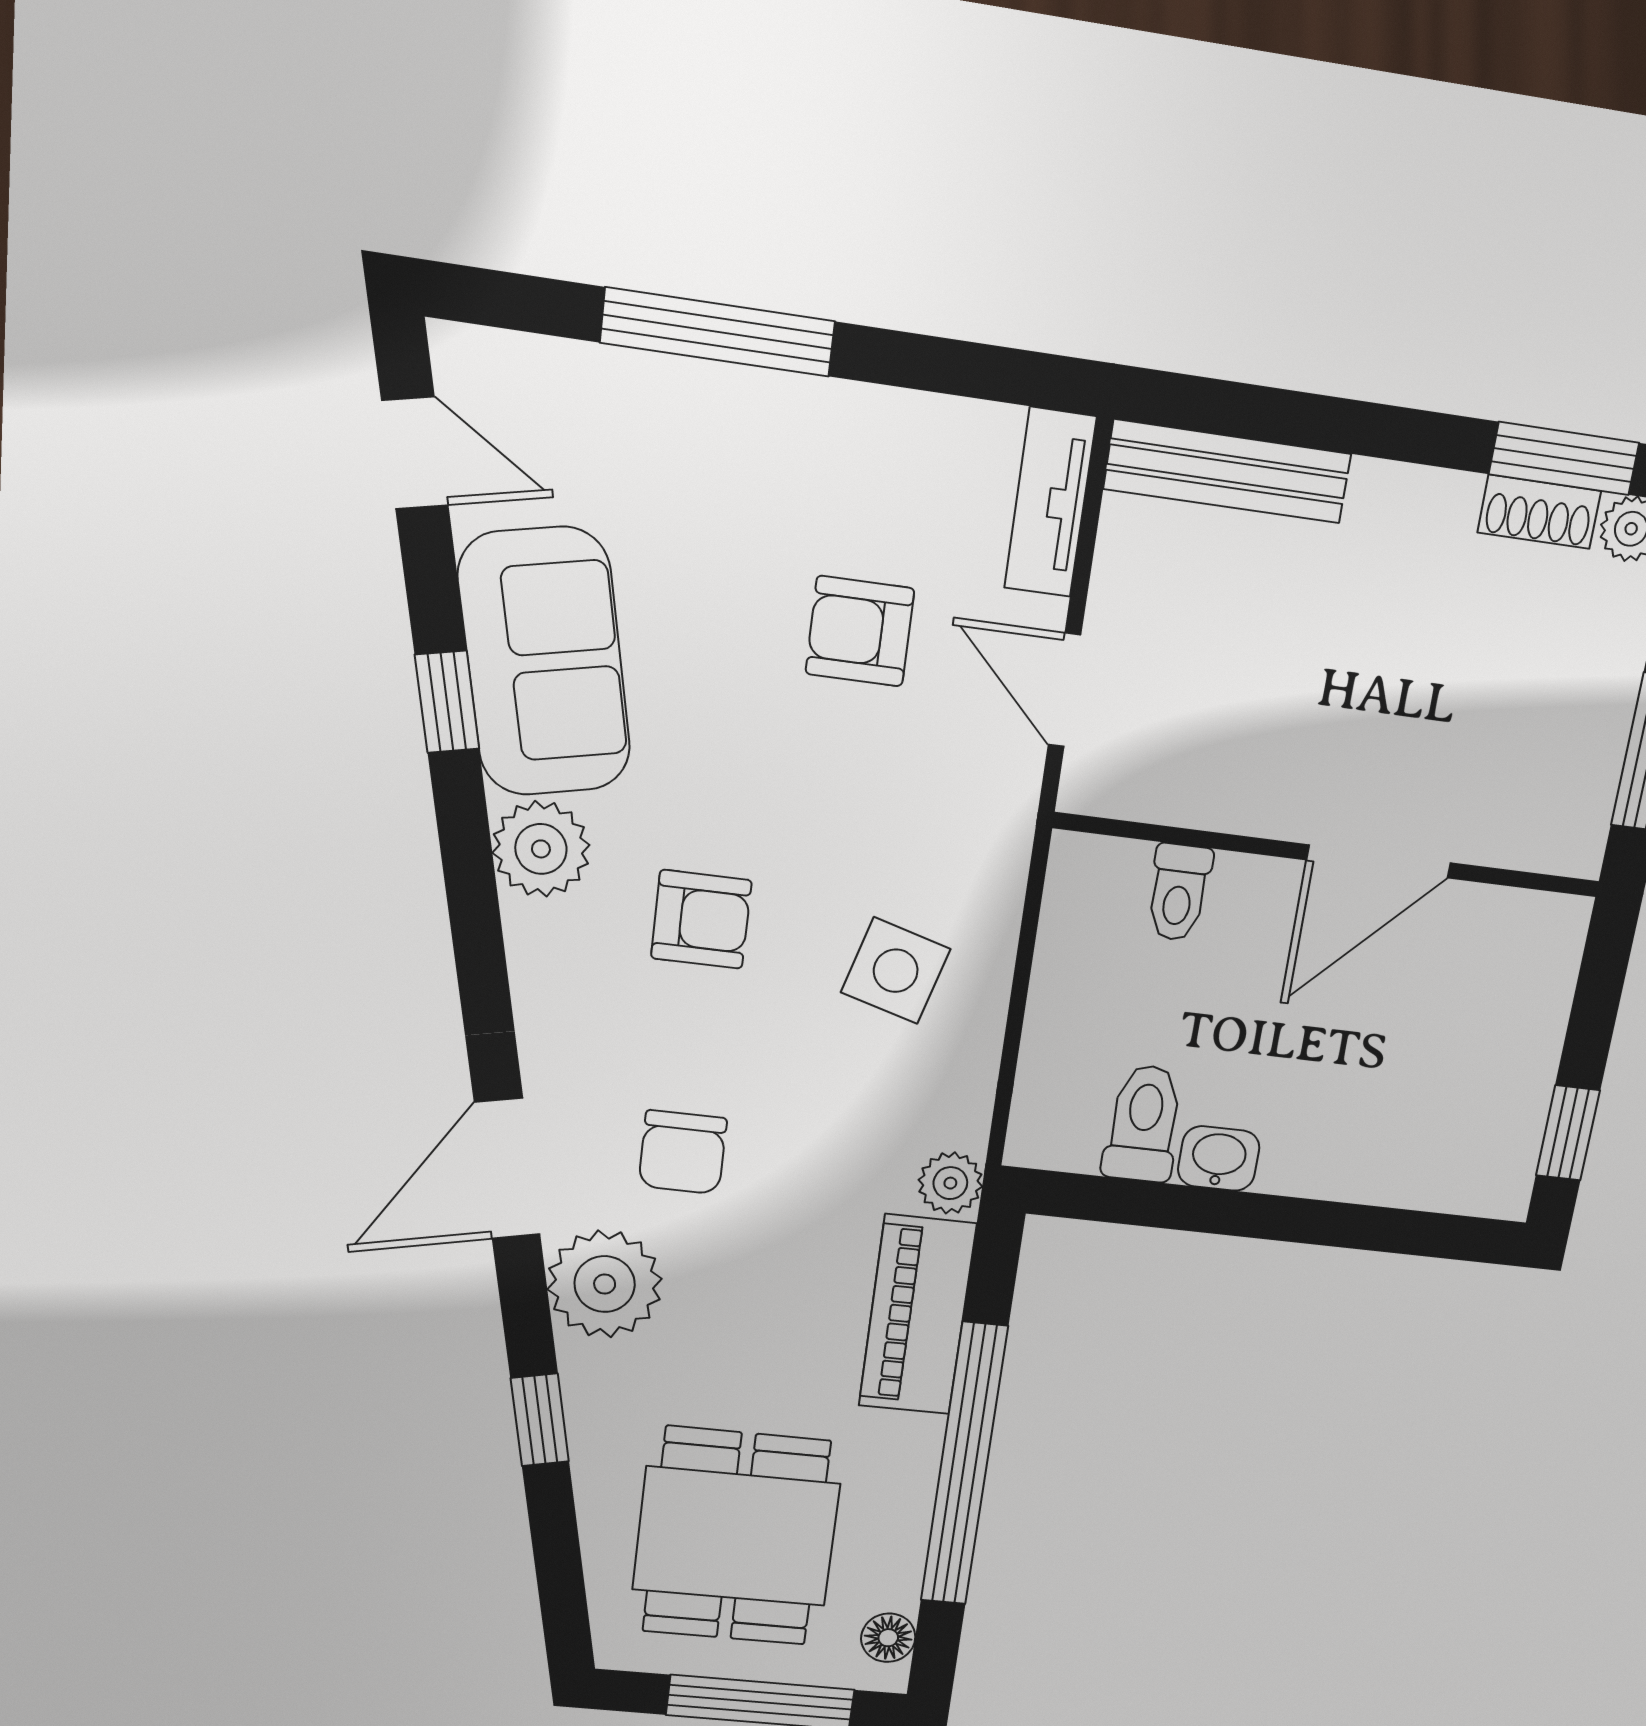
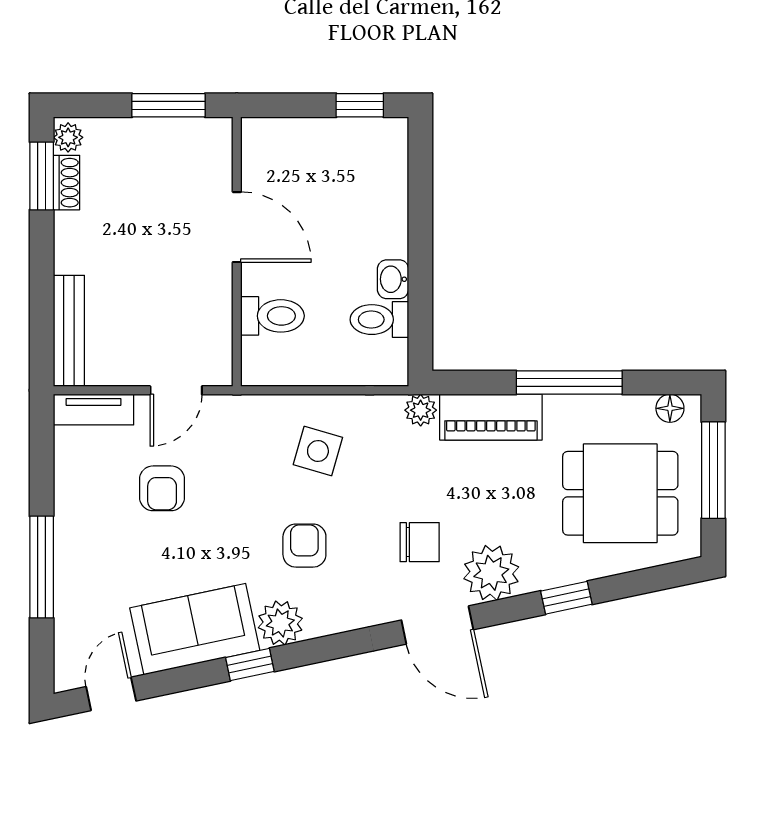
window: (447, 702) -> (250, 664), moved
toilet: (1179, 892) -> (273, 316), width x1.37, depth x1.39
window: (964, 1465) -> (569, 383), width x0.68

